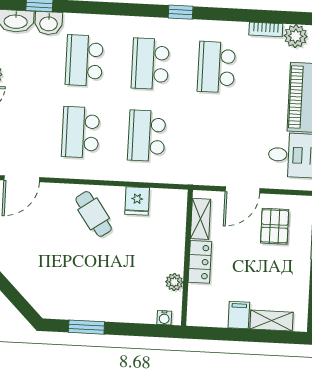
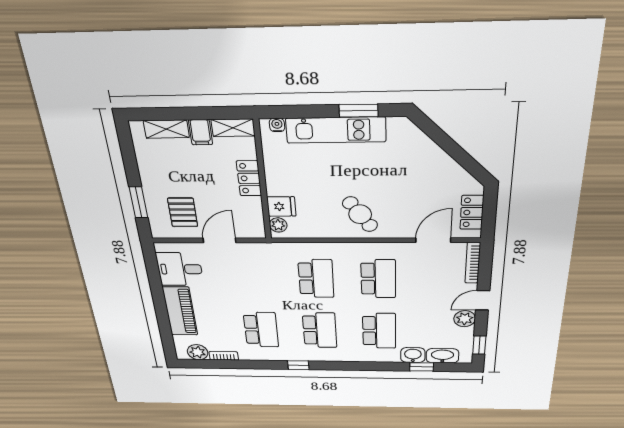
fridge: (137, 201) -> (281, 206), moved, turned 90
shelving: (200, 219) -> (233, 128), moved, turned 90
plant: (174, 282) -> (278, 225), moved
kitchen unit: (109, 309) -> (336, 130), added

